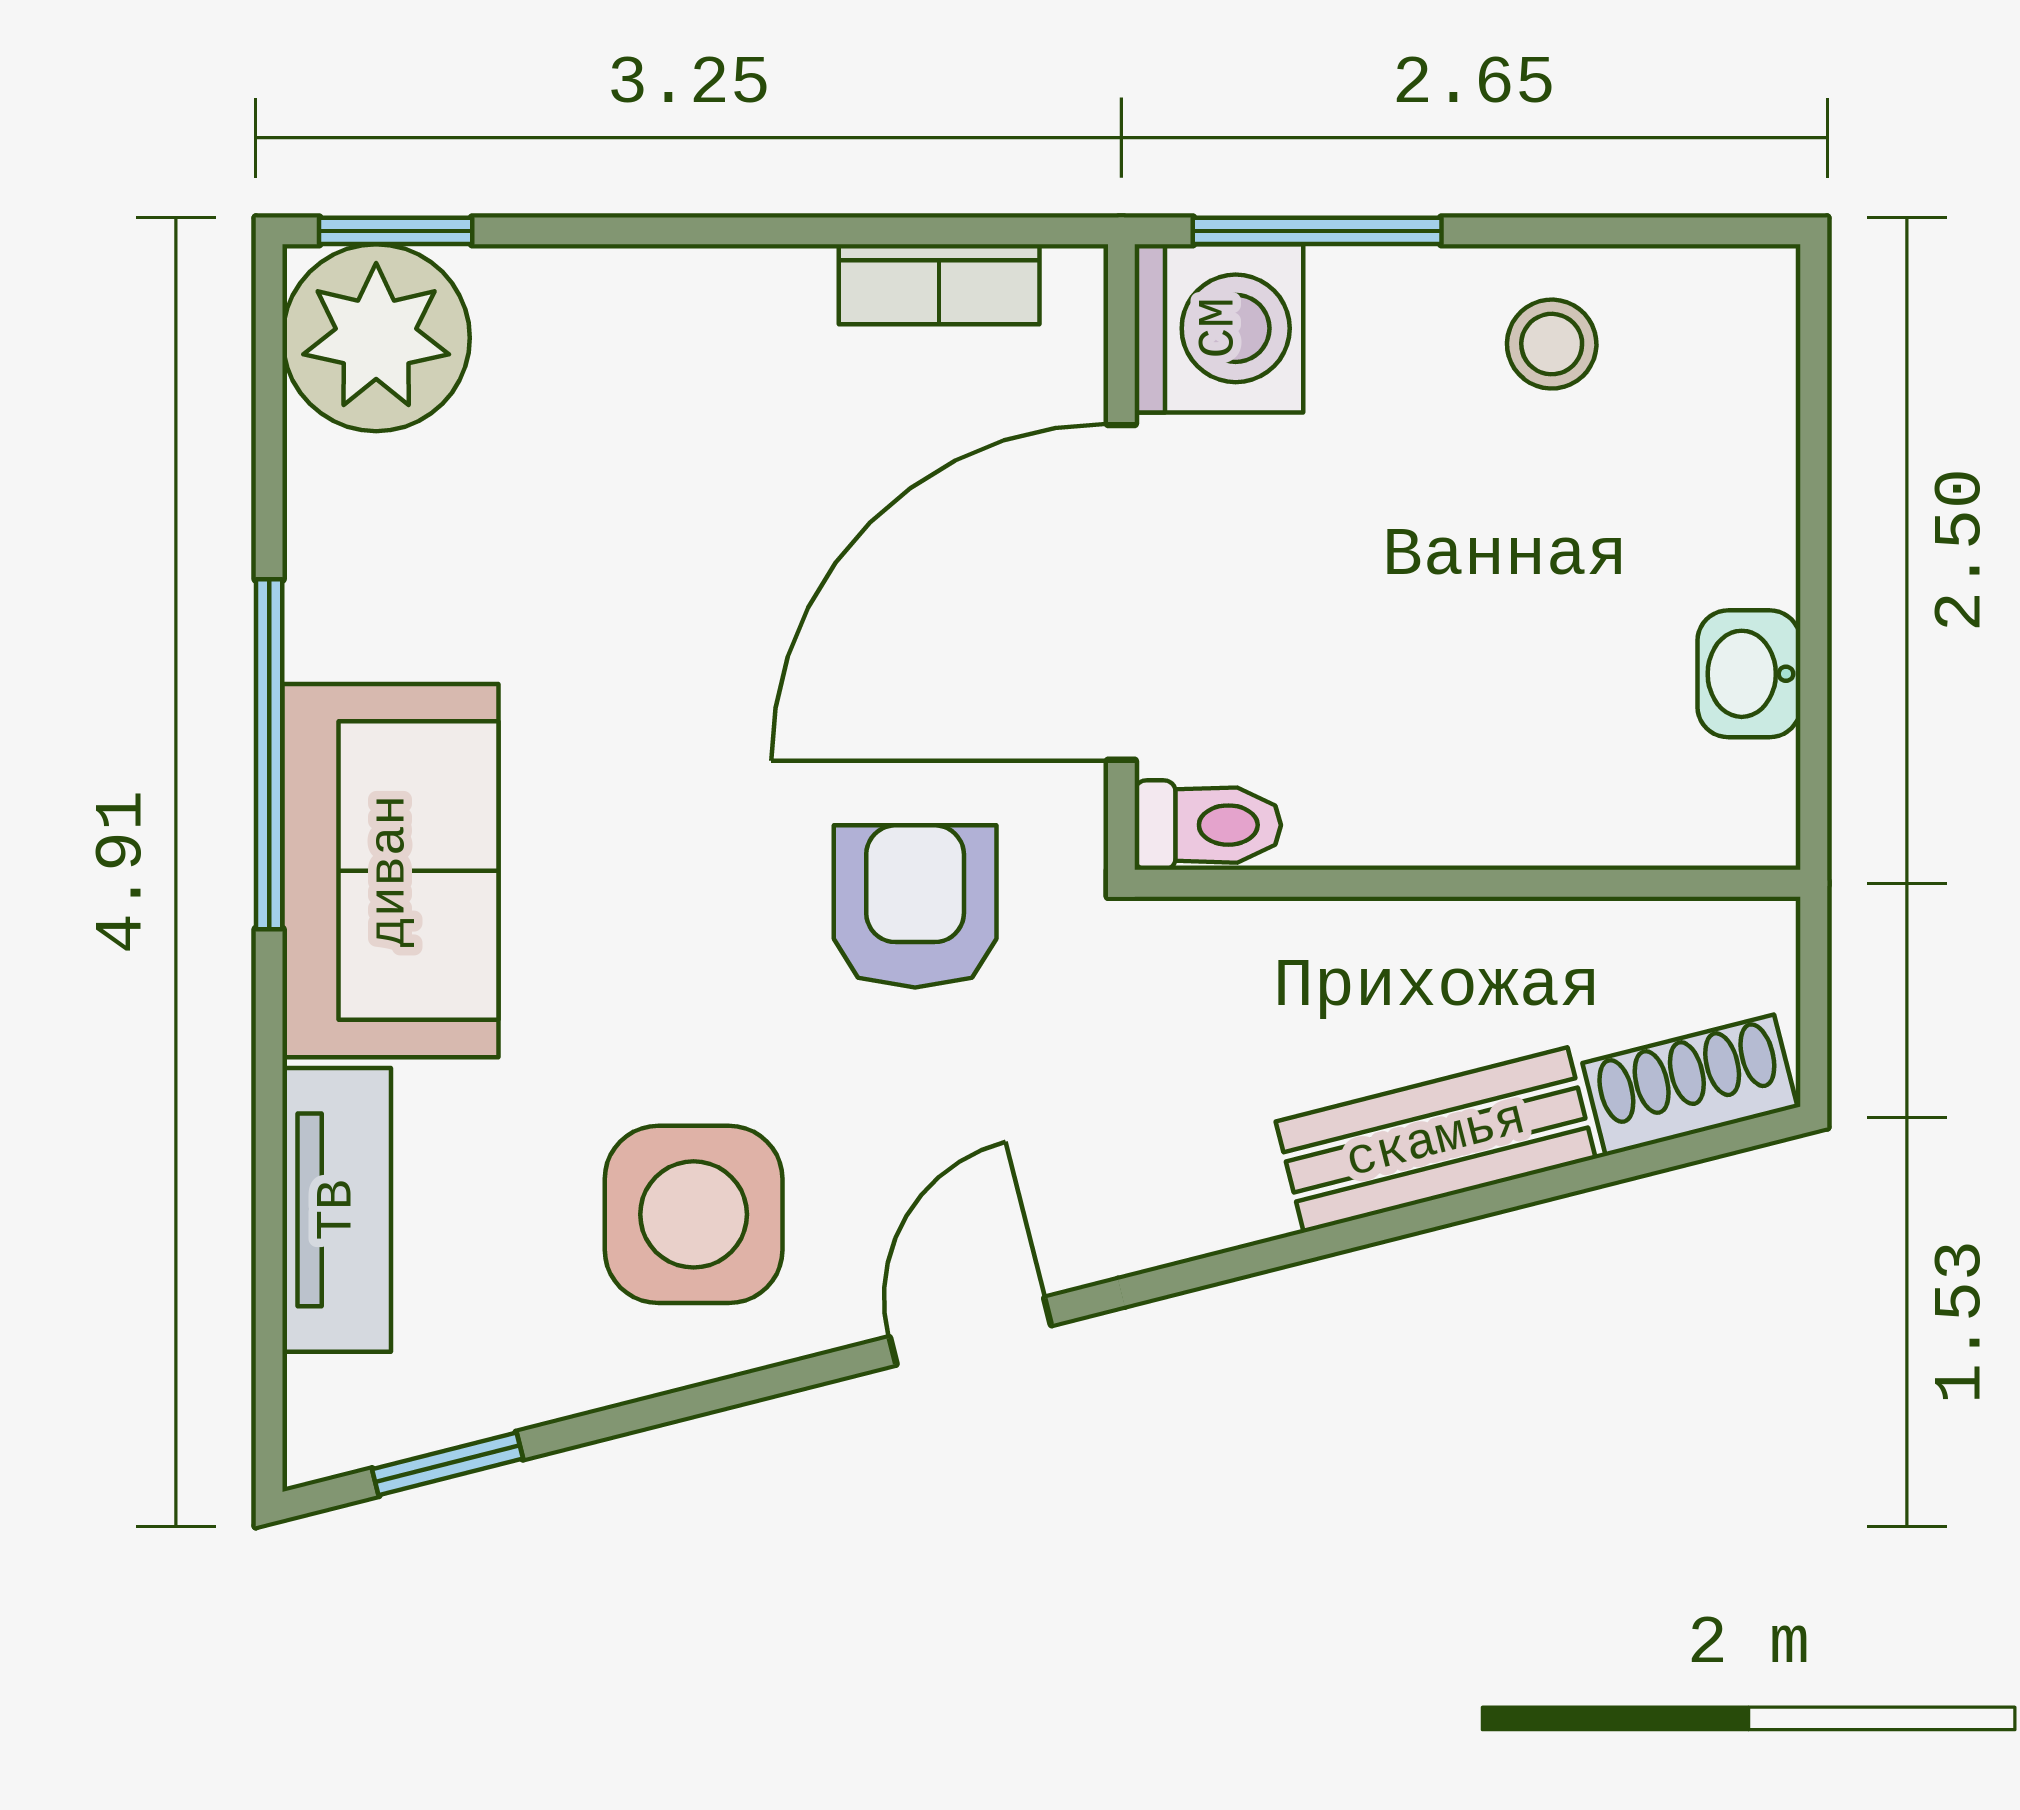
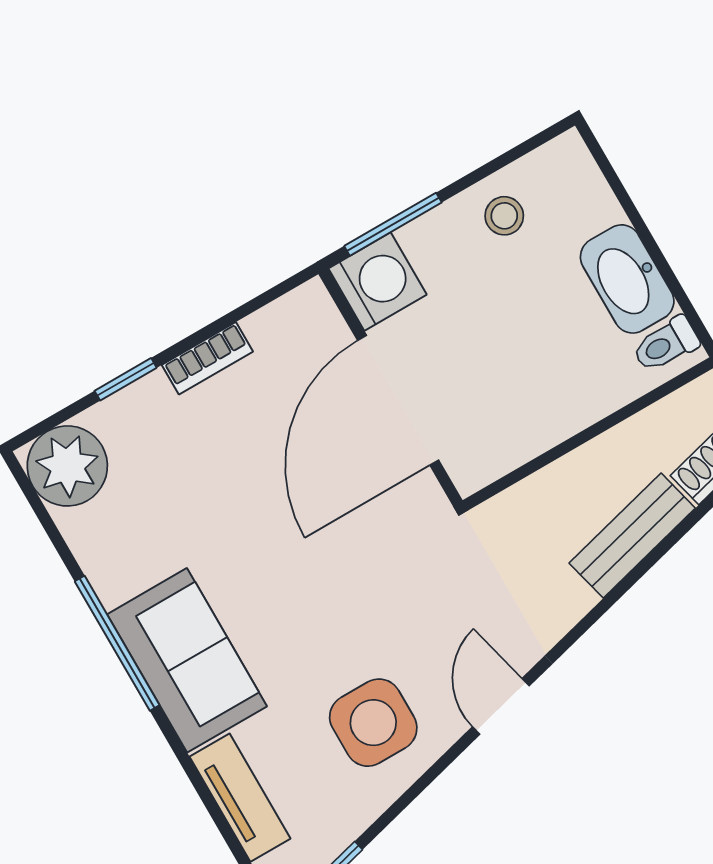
window: (396, 231) -> (126, 379), moved
bookcase: (939, 284) -> (207, 358), moved
washbasin: (1749, 674) -> (627, 279), width x1.91, depth x1.45
toilet: (1208, 825) -> (666, 344), moved, turned 180
armchair: (915, 906) -> (389, 561), removed

